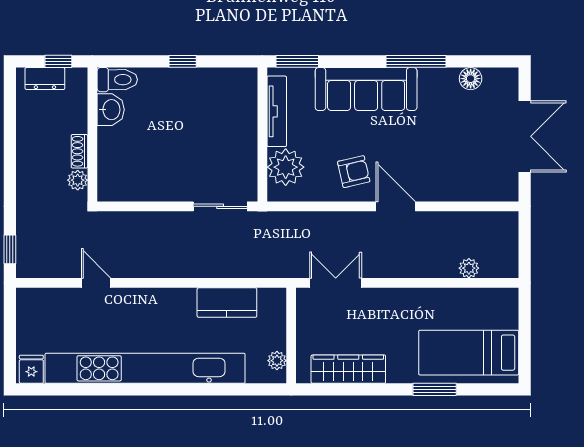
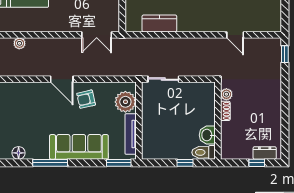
toilet: (117, 80) -> (203, 152), moved
washbasin: (111, 110) -> (207, 135), moved
wall: (92, 134) -> (218, 121), moved
shoe rack: (79, 151) -> (225, 111), moved
plant: (78, 180) -> (226, 94), moved

